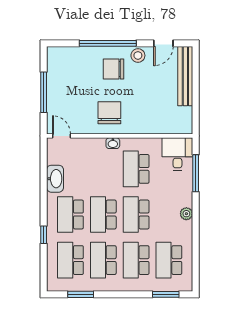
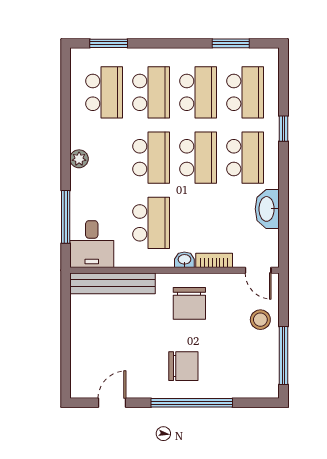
stool: (138, 55) -> (260, 320), moved
bench: (185, 76) -> (113, 283), moved, turned 90
window: (44, 92) -> (284, 356), moved
bookcase: (92, 143) -> (214, 260), added

